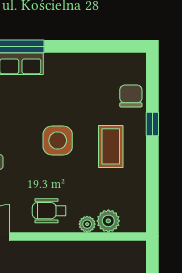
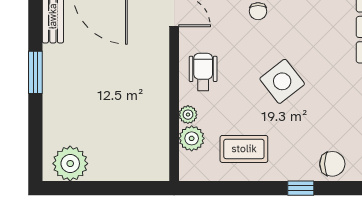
side table: (58, 140) -> (282, 81), turned -38
coffee table: (111, 146) -> (244, 149), moved

